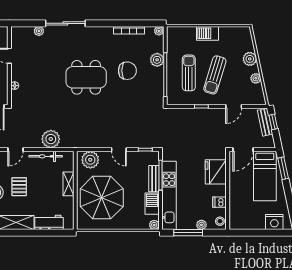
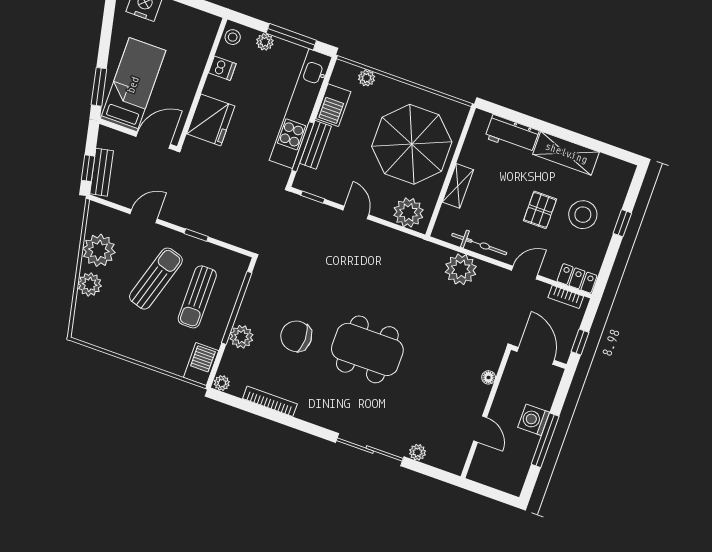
barbecue: (207, 33) -> (201, 364), moved, turned -90
plant: (256, 78) -> (99, 250), width x1.88, depth x1.88
plant: (154, 225) -> (367, 78), moved

